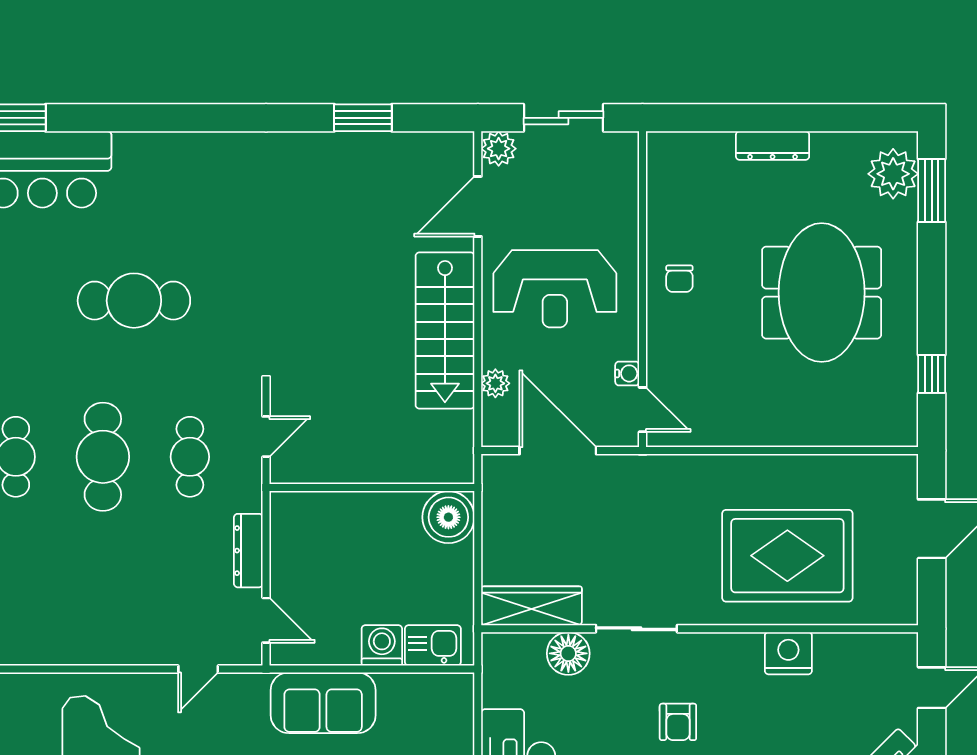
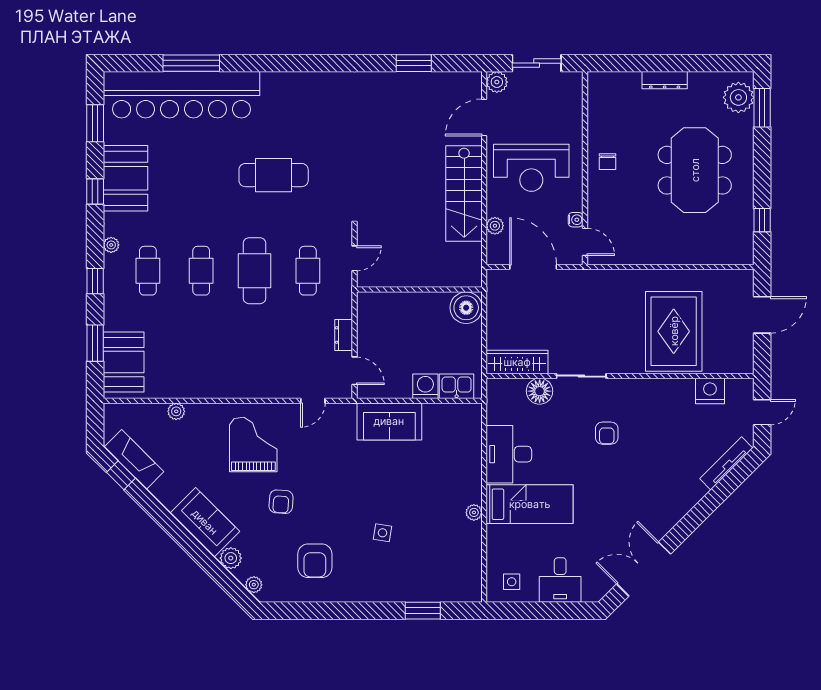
dresser: (248, 551) -> (344, 335), width x0.70
rug: (787, 556) -> (674, 331), turned 90
nightstand: (788, 653) -> (710, 391), moved

